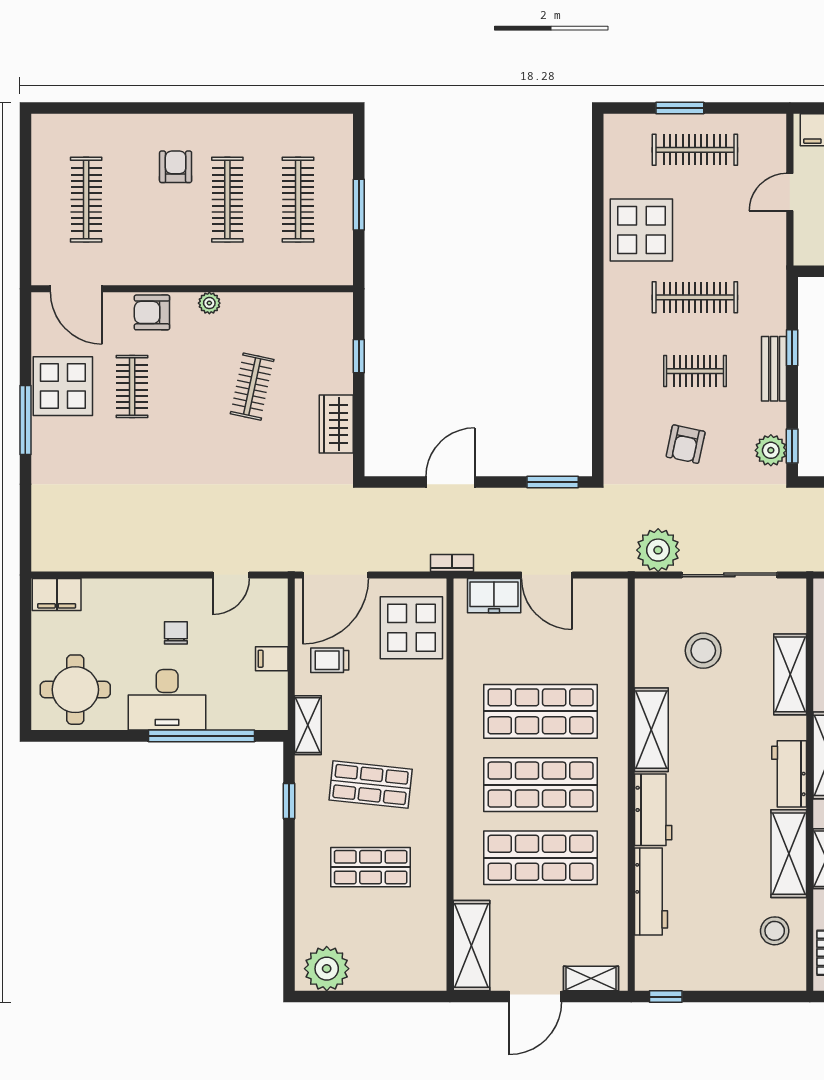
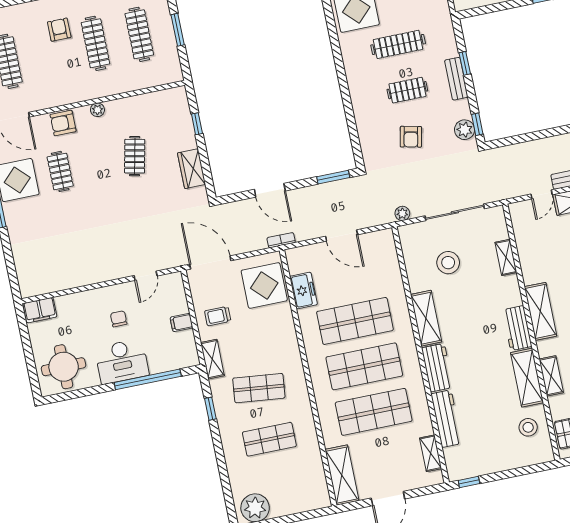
door: (450, 482) -> (270, 190), swing flipped
plant: (658, 550) -> (402, 213), width x0.53, depth x0.53
door: (335, 575) -> (210, 262), swing flipped
freezer: (494, 596) -> (303, 291), moved, turned -90
shelving: (790, 674) -> (506, 257), width x0.67, depth x0.75
shelving: (591, 979) -> (431, 453), moved, turned 90

